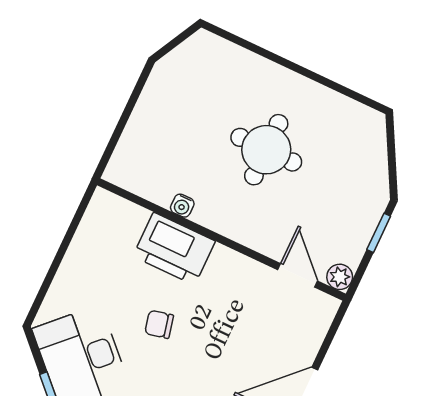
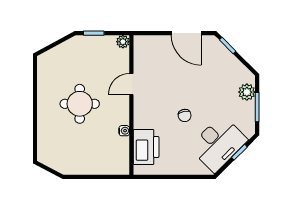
printer: (174, 249) -> (146, 147), moved
door: (298, 275) -> (131, 84), moved

